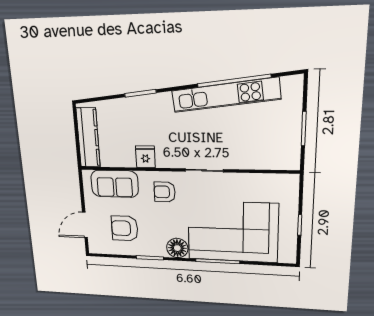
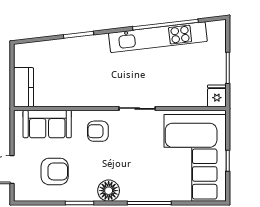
kitchen counter: (88, 138) -> (24, 87), width x0.67
fridge: (145, 157) -> (217, 96), moved
armchair: (125, 228) -> (55, 171), turned 180
corner sofa: (233, 232) -> (195, 158), moved, turned -90

